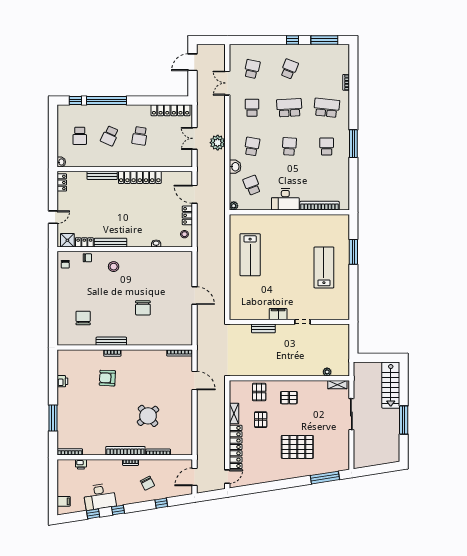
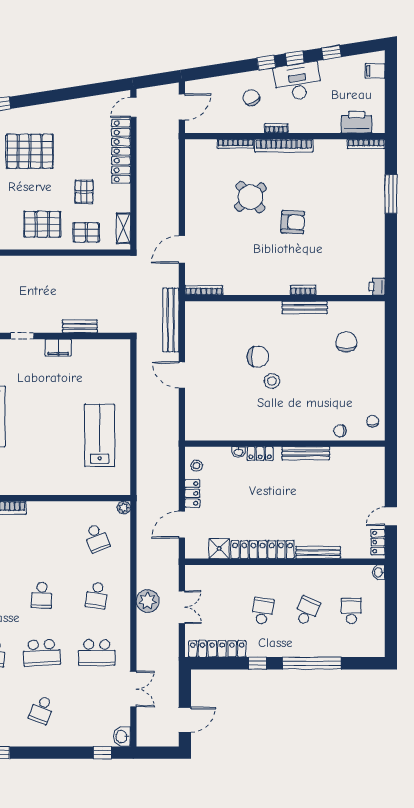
window: (293, 40) -> (103, 753), moved
school desk: (252, 69) -> (97, 710), removed
window: (75, 100) -> (258, 663), moved
school desk: (252, 108) -> (97, 653), width x1.85
washbasin: (235, 167) -> (122, 737), moved
door: (194, 194) -> (182, 525), swing flipped
desk: (285, 199) -> (47, 517), removed
door: (53, 217) -> (391, 516), moved
shower: (67, 240) -> (219, 549), moved
locker: (84, 242) -> (260, 454), moved
stool: (114, 267) -> (272, 381), moved
chair: (143, 308) -> (258, 357), turned 90
chair: (83, 318) -> (346, 342), turned 180
bench: (202, 333) -> (171, 320), added
armchair: (107, 378) -> (293, 222), moved
door: (194, 380) -> (182, 249), hinge flipped
printer: (62, 381) -> (377, 287), moved
pallet: (259, 392) -> (86, 232), turned 90
pallet: (289, 398) -> (42, 224), width x1.50, depth x1.42
shelving: (234, 413) -> (123, 228), moved
printer: (81, 464) -> (357, 122), width x1.87, depth x1.48
desk: (100, 497) -> (298, 82), moved
window: (161, 503) -> (266, 63), moved

